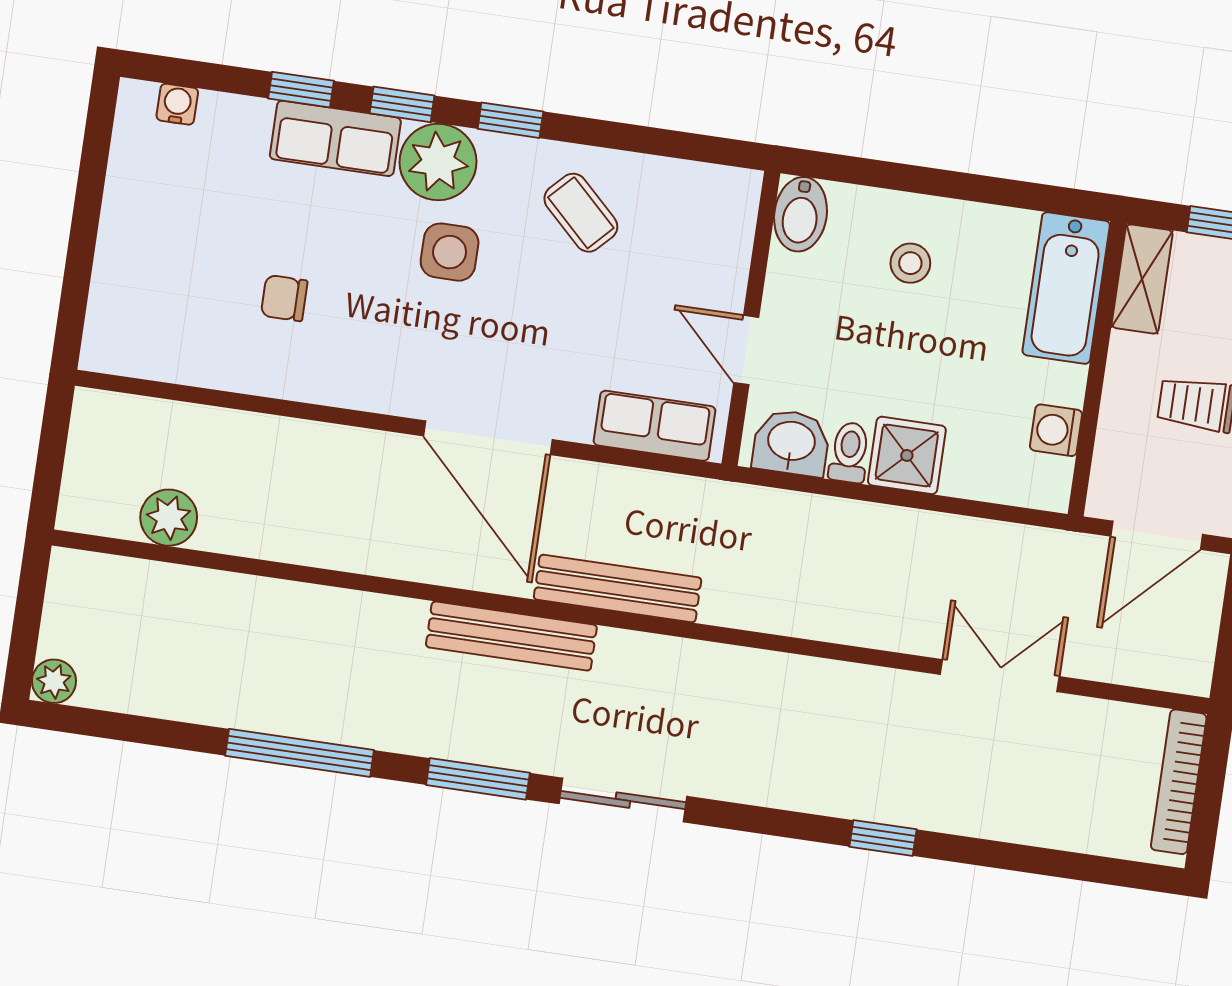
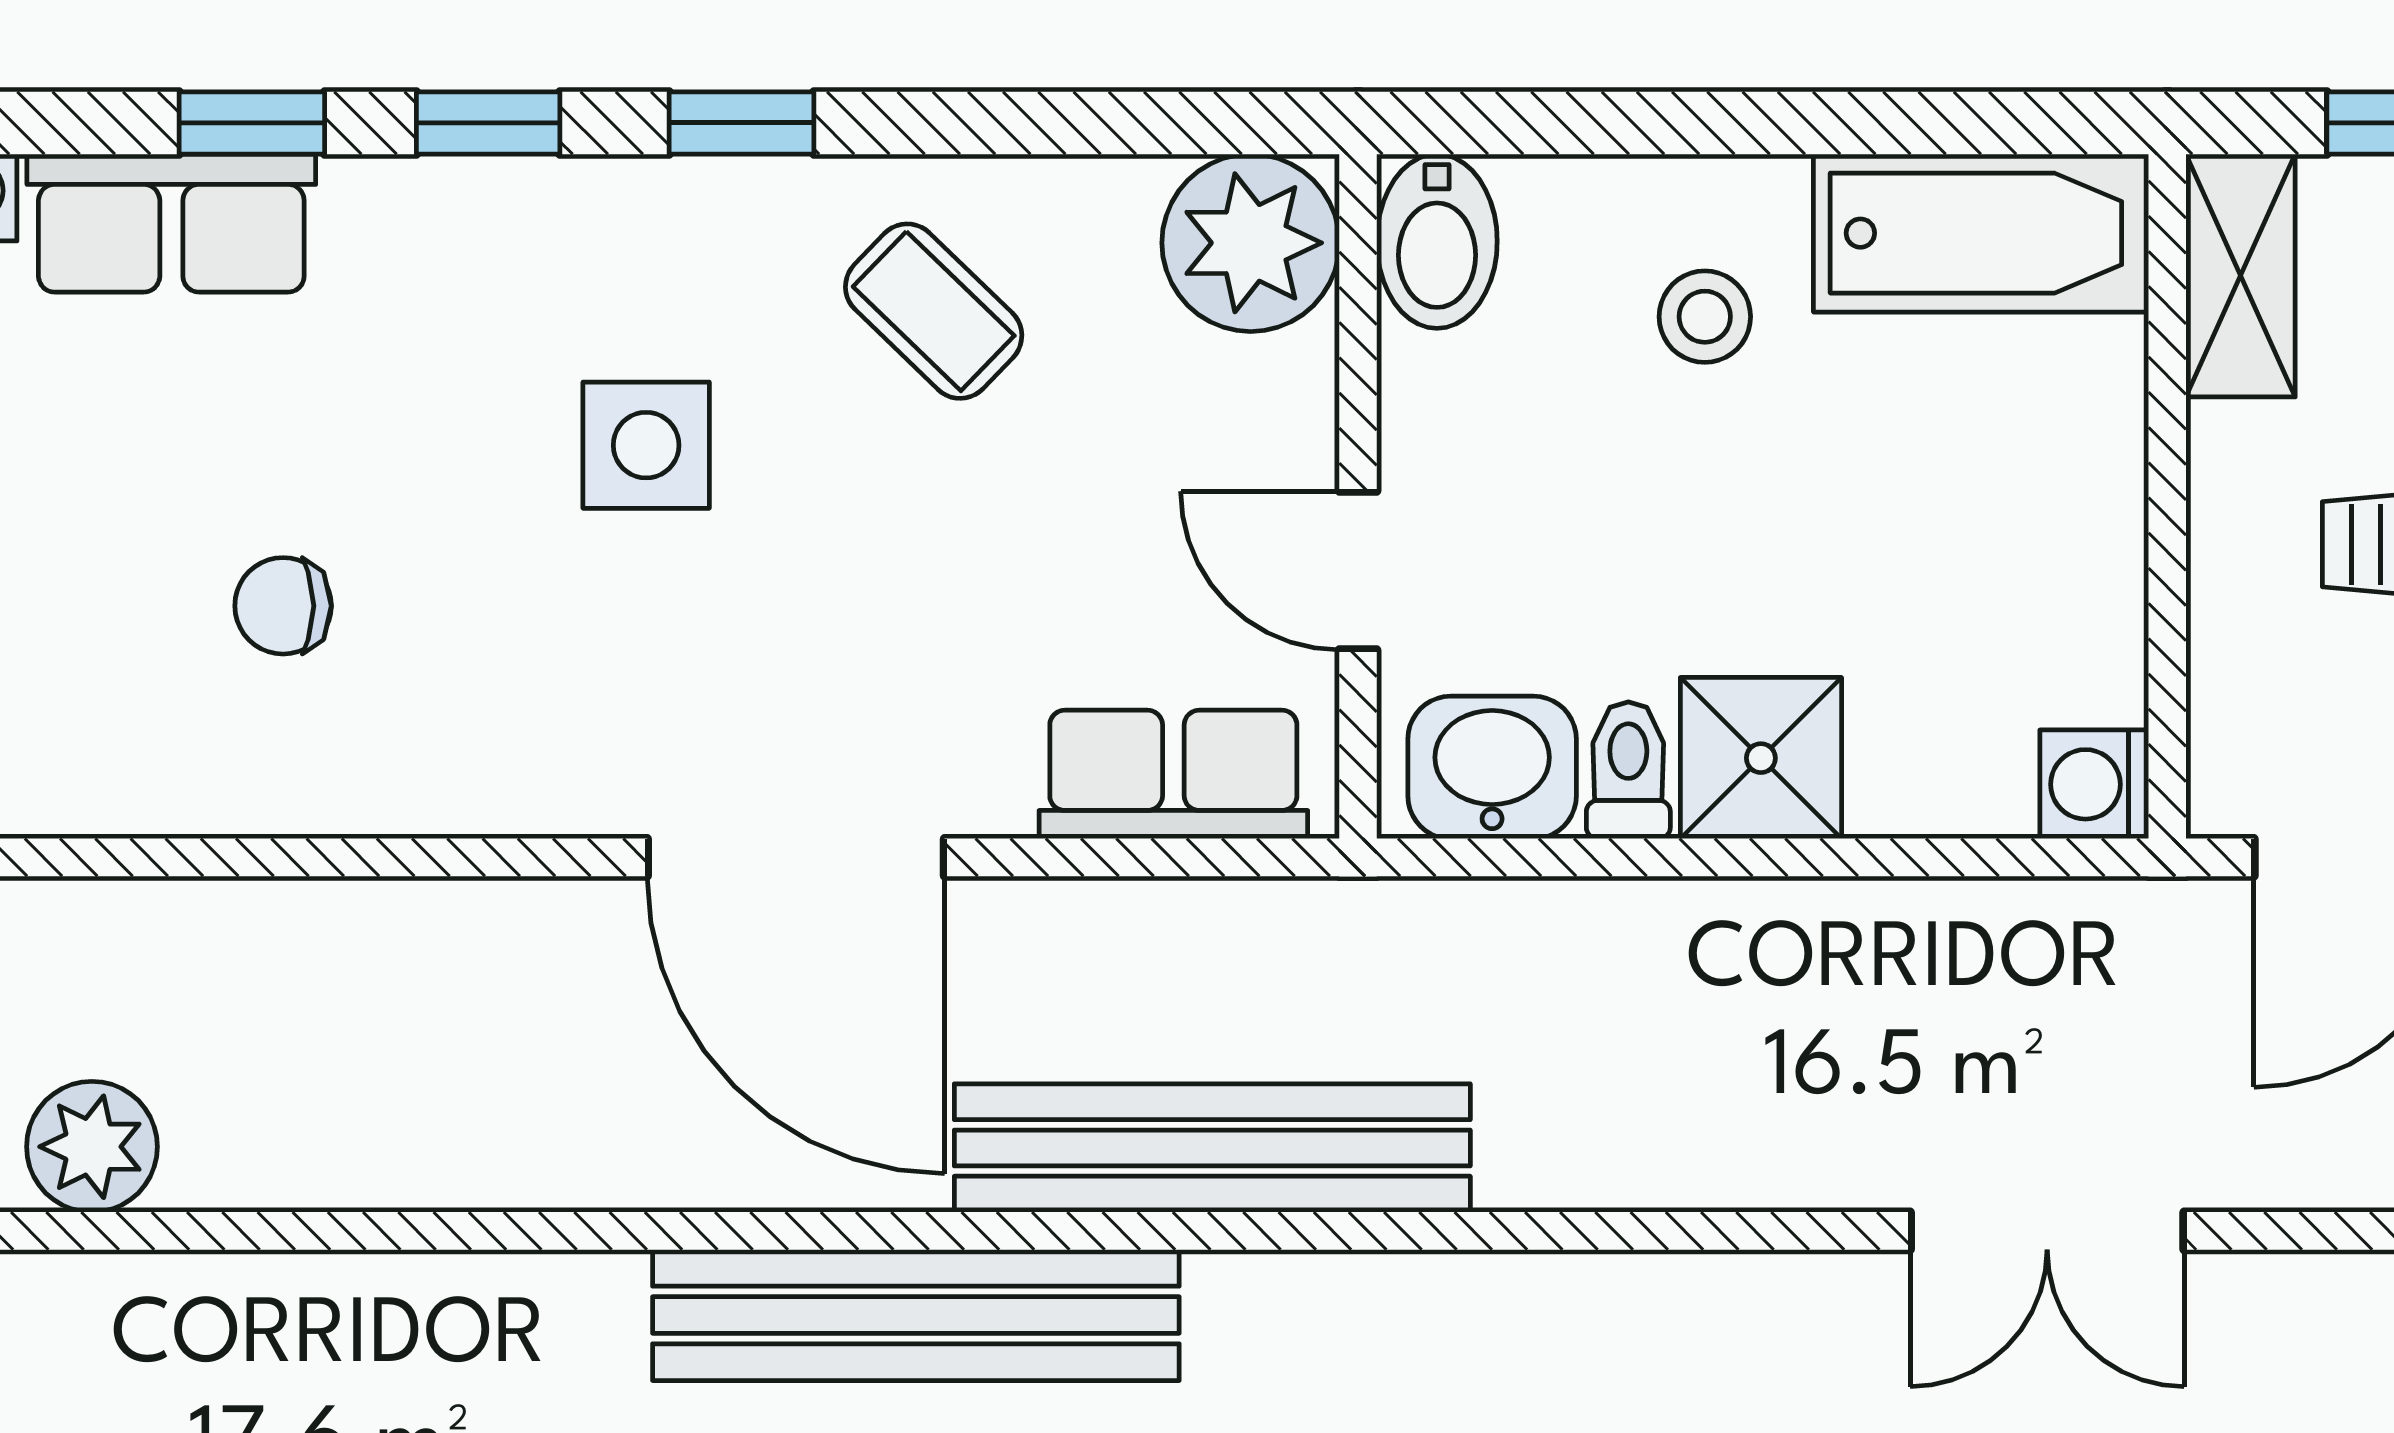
row of seats: (335, 138) -> (171, 223), moved
plant: (438, 162) -> (1251, 243), moved
bathtub: (1066, 288) -> (1981, 233), moved, turned -90
washing machine: (1056, 430) -> (2094, 784), moved
bench: (618, 589) -> (1212, 1148), width x1.37, depth x1.21
bench: (511, 636) -> (916, 1315), width x1.37, depth x1.21
double door: (1000, 676) -> (2047, 1231), swing flipped

